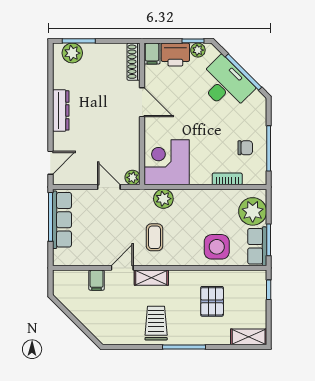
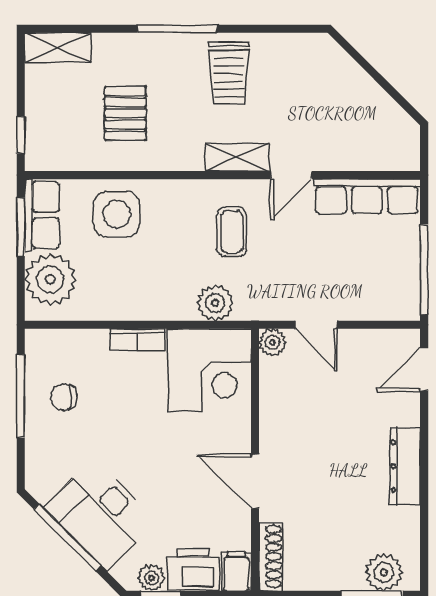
bookcase: (227, 179) -> (138, 340), moved
row of seats: (62, 220) -> (367, 196), moved, turned -90
filing cabinet: (97, 280) -> (339, 152), removed

